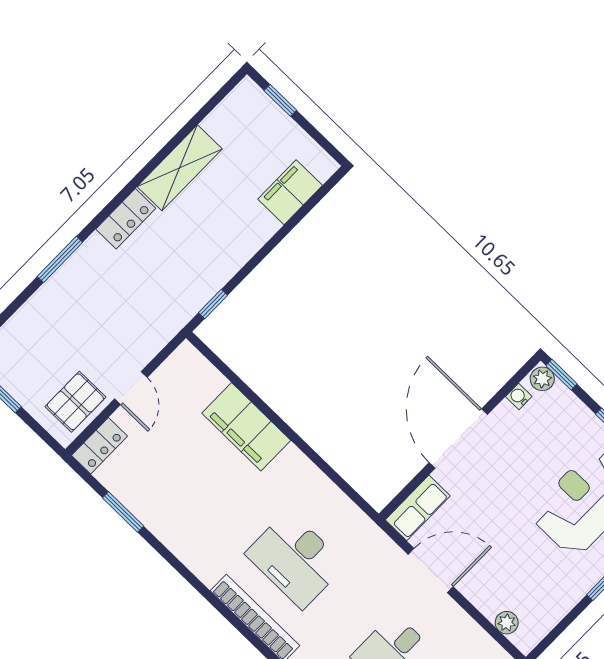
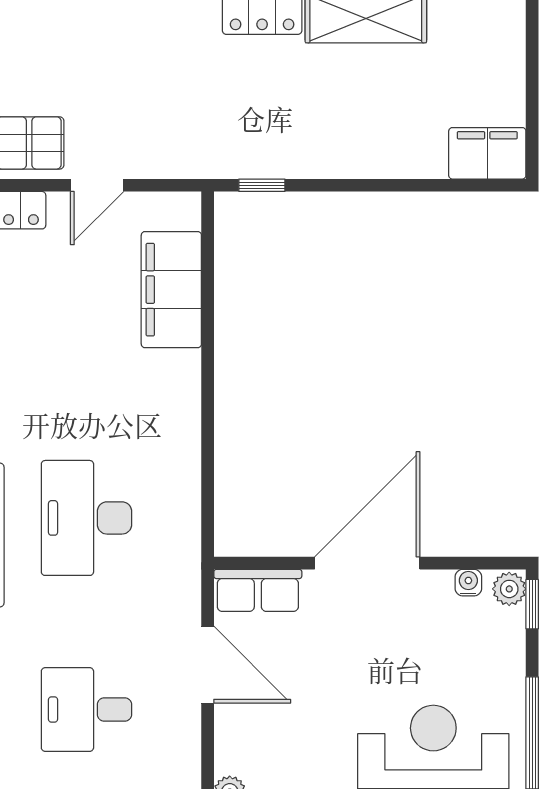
window: (280, 100) -> (532, 53), removed
filing cabinet: (290, 192) -> (487, 153), moved
filing cabinet: (246, 427) -> (171, 290), moved

